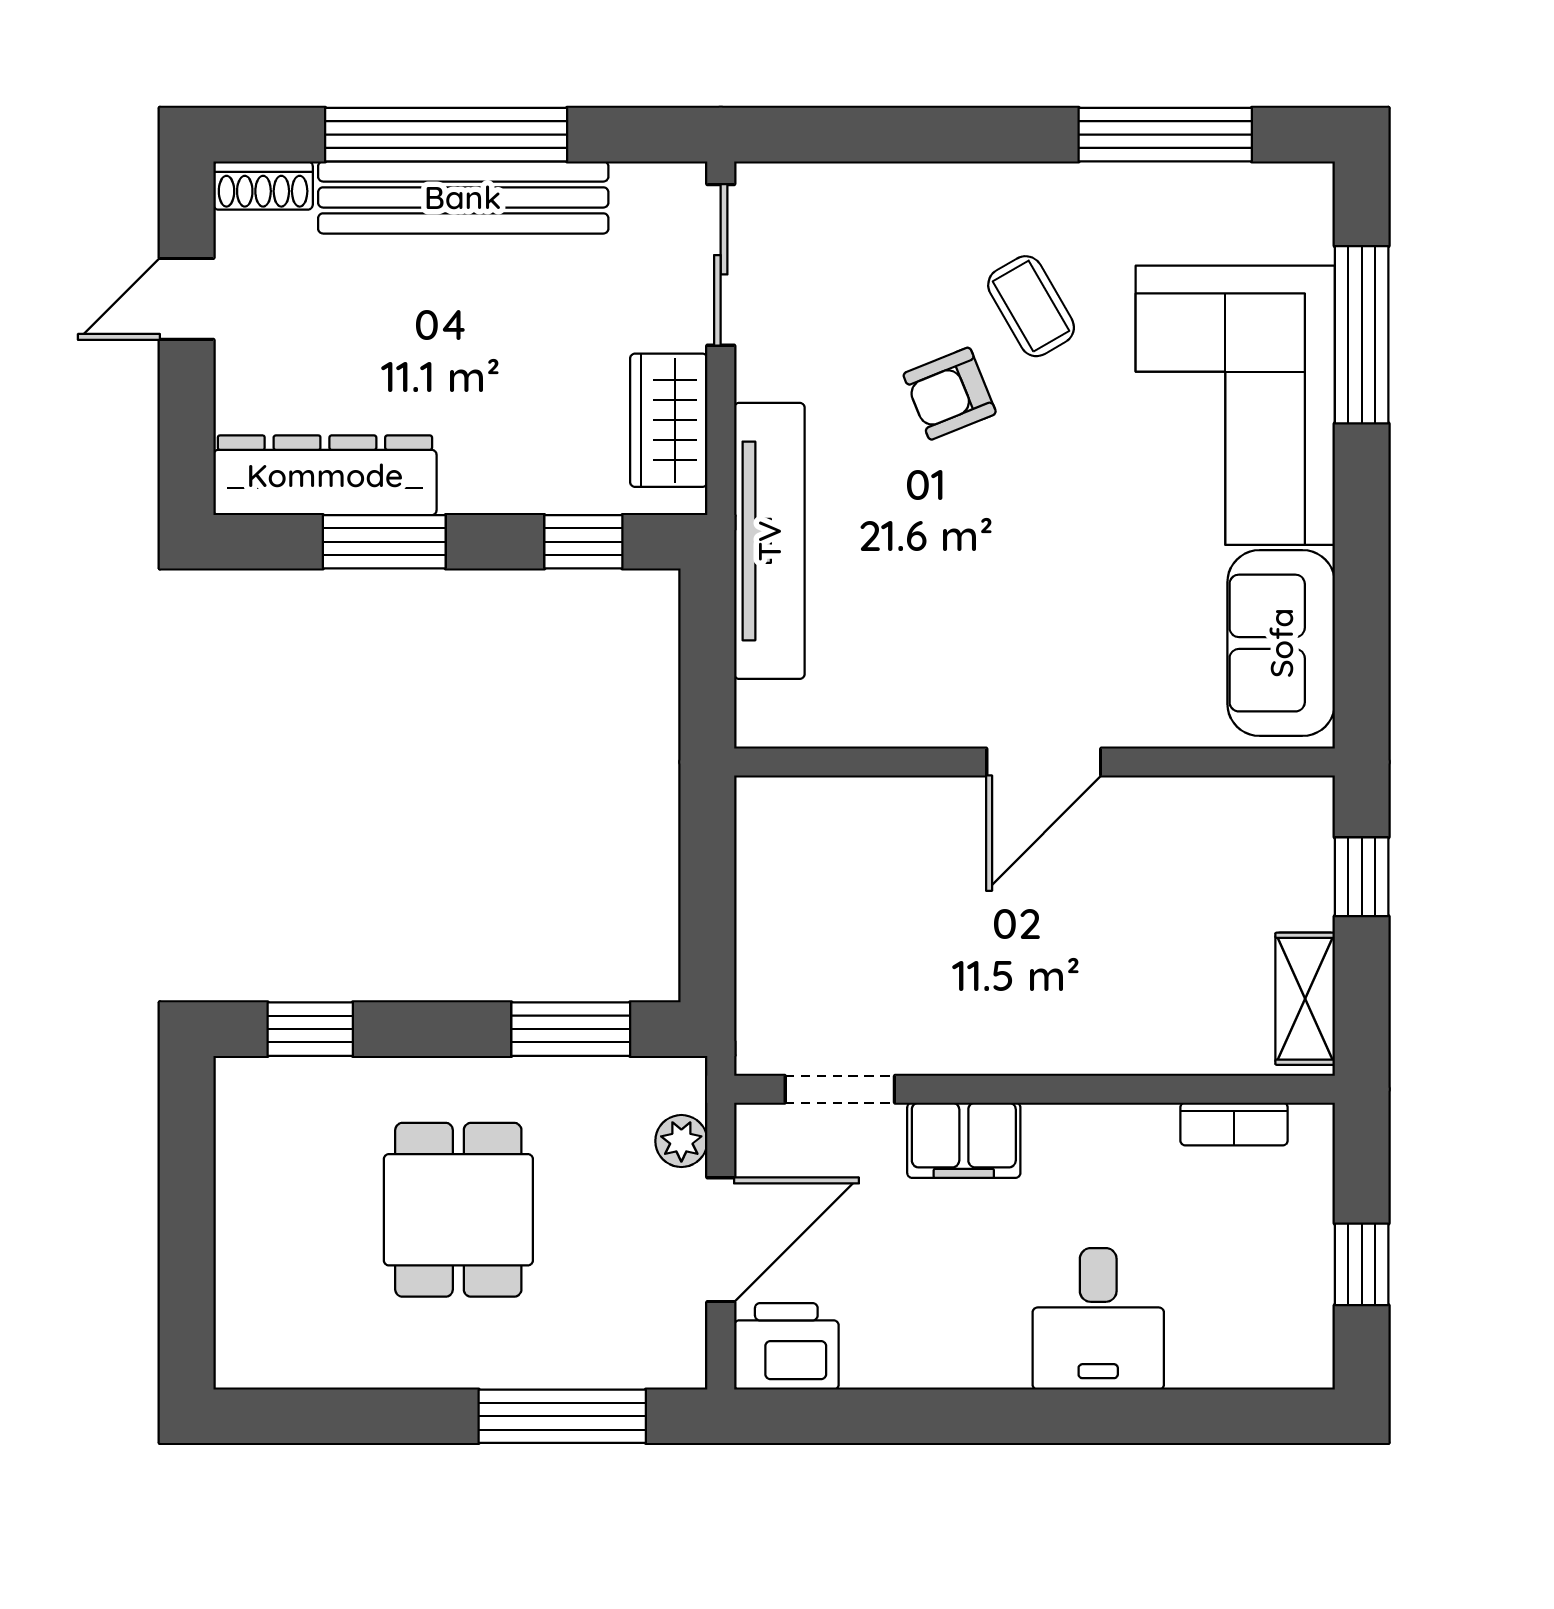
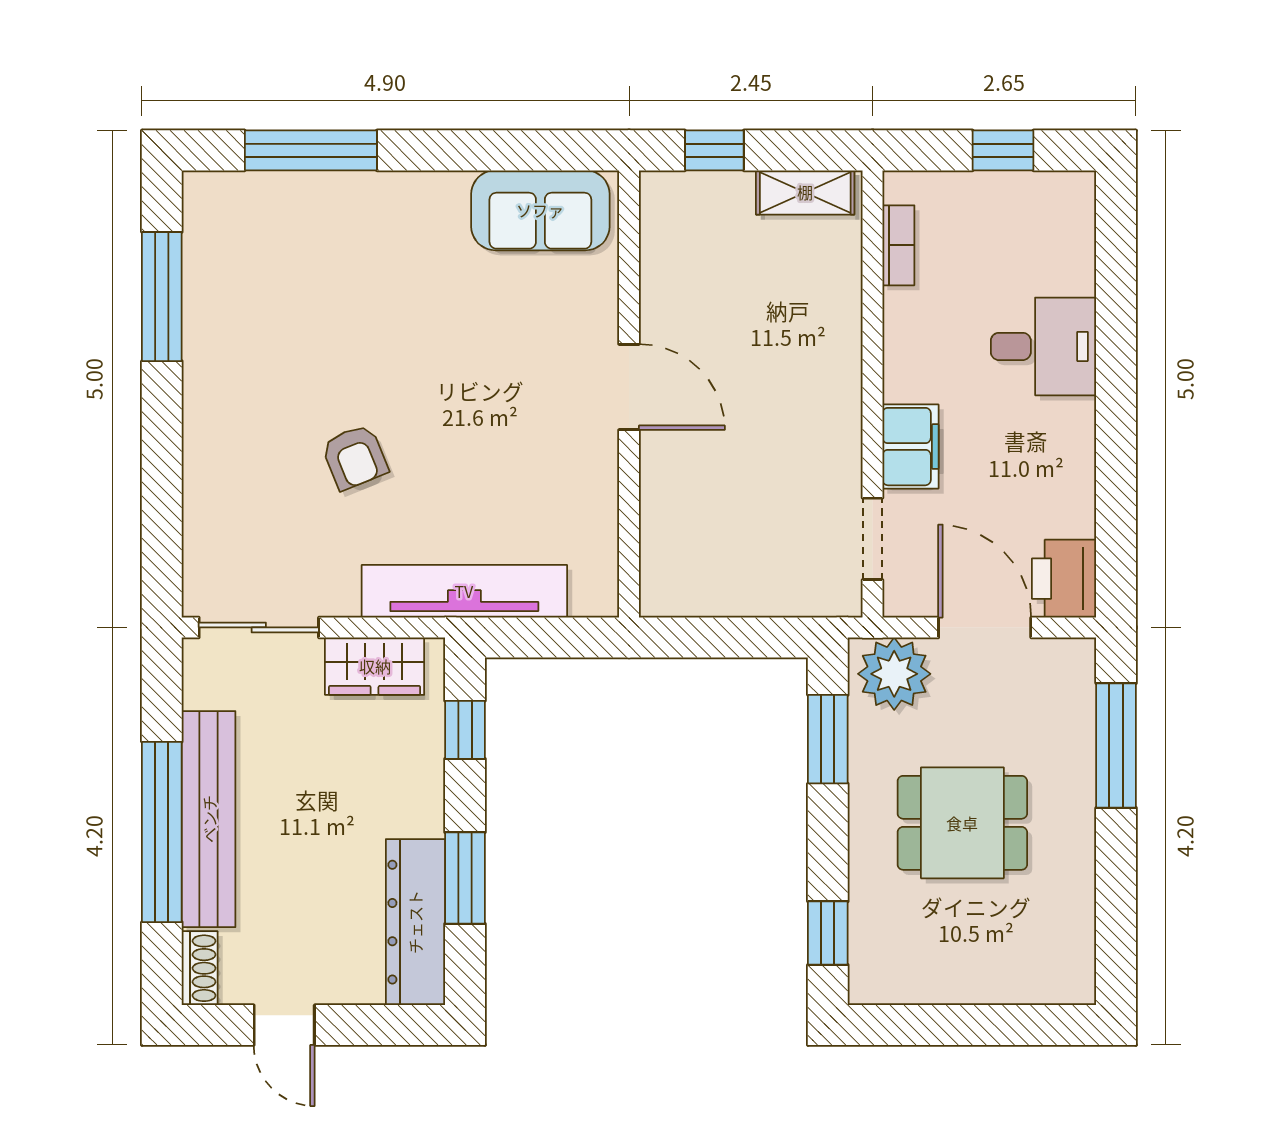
coffee table: (1031, 306) -> (290, 396), removed
corner sofa: (1235, 405) -> (363, 244), removed
plant: (681, 1141) -> (894, 674), width x1.87, depth x1.87

